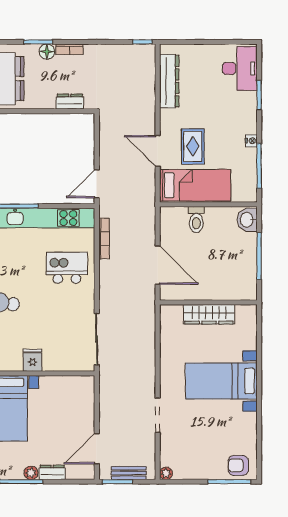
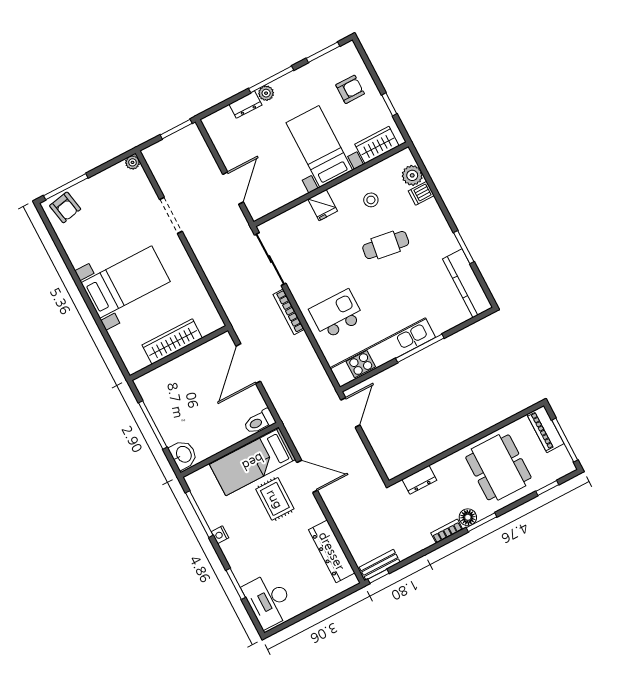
toilet: (196, 219) -> (259, 422), moved, turned -90
bookcase: (104, 238) -> (289, 312), moved
door: (158, 265) -> (248, 364), hinge flipped
kitchen island: (67, 268) -> (337, 314), turned 180
door: (97, 449) -> (233, 188), moved
armchair: (238, 465) -> (65, 207), turned 79
bench: (129, 473) -> (380, 565), moved

